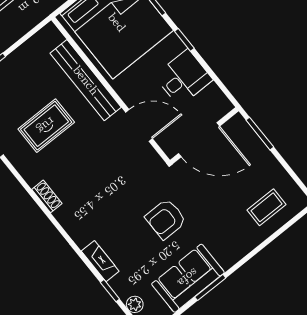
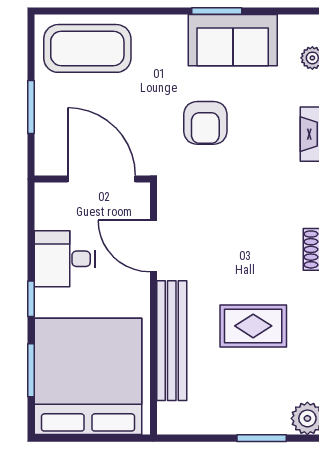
window: (260, 134) -> (31, 107), moved
coffee table: (267, 207) -> (87, 48), width x1.86, depth x1.72
armchair: (166, 219) -> (205, 123), turned 90

